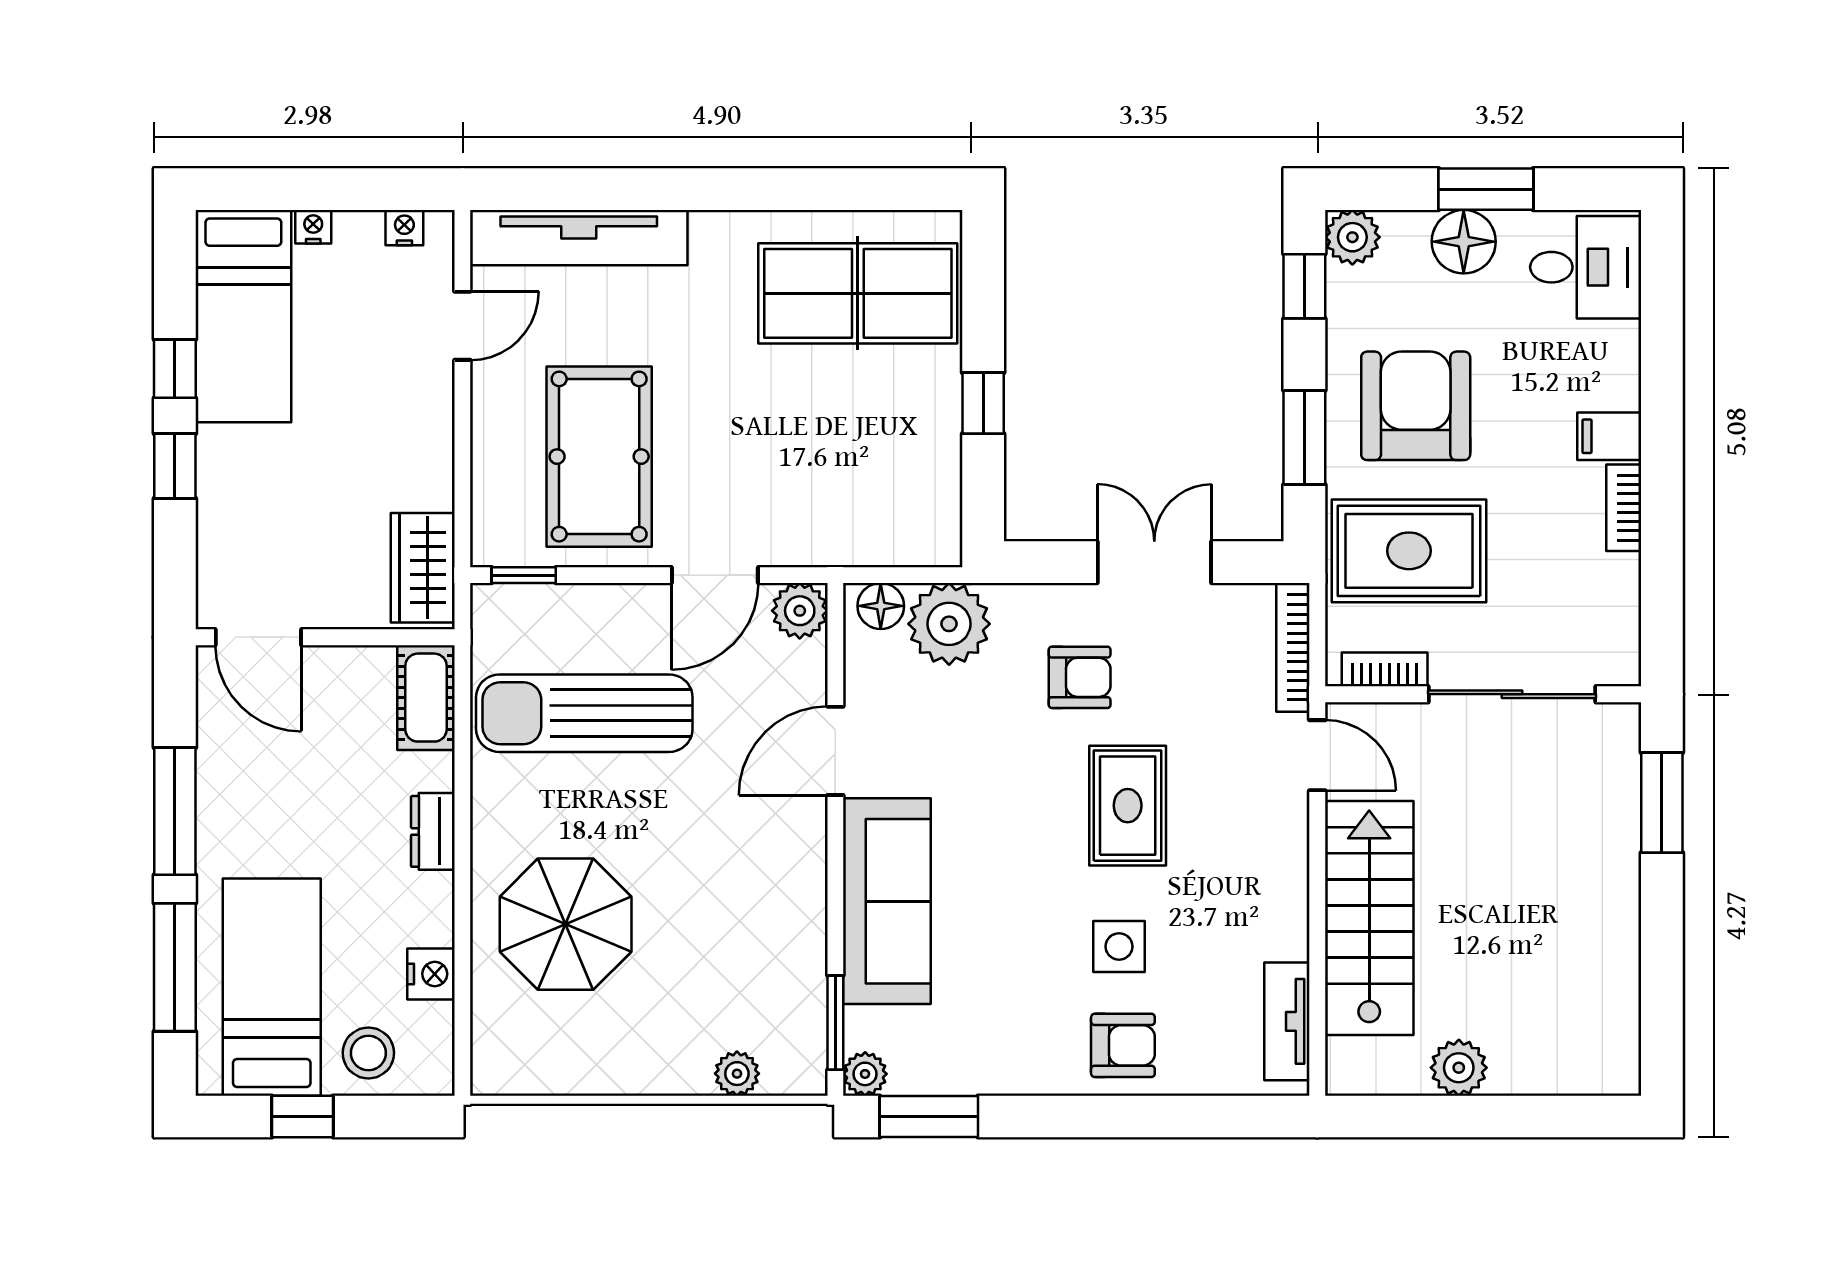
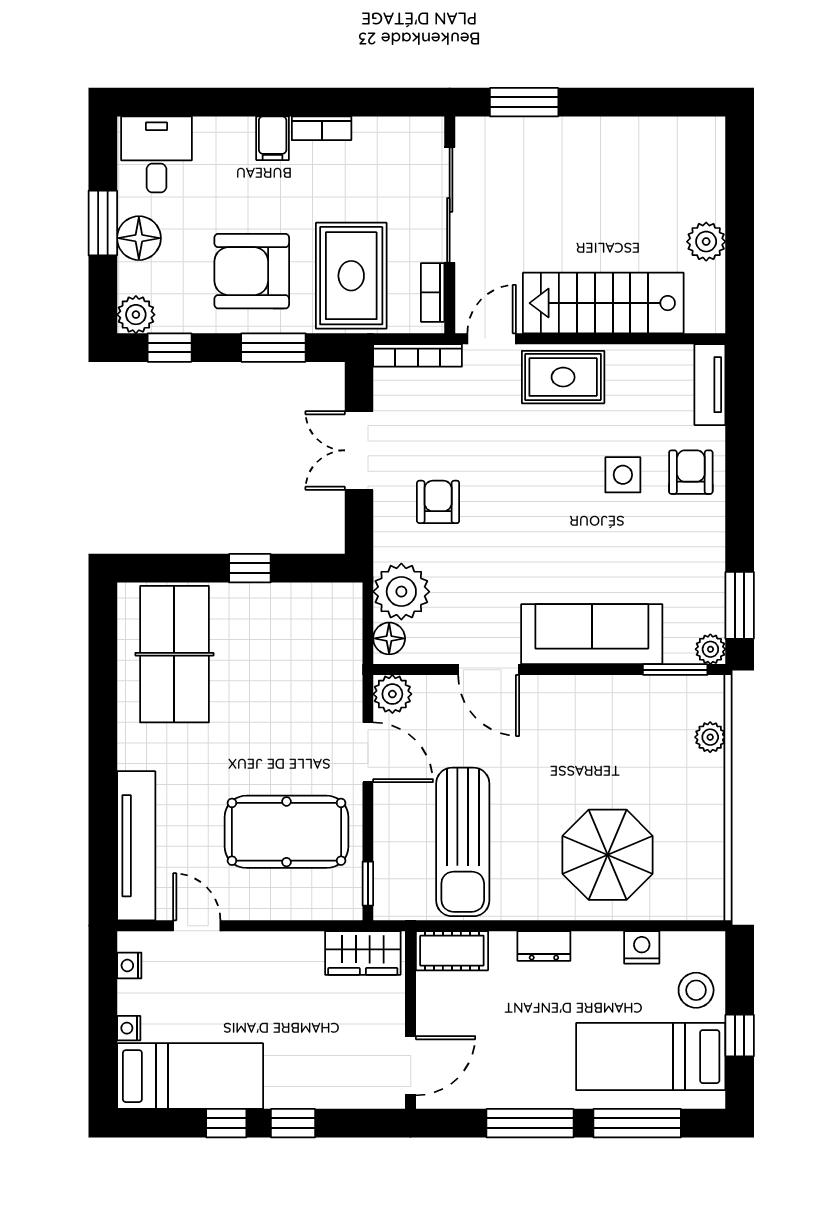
rug: (1128, 806) -> (563, 377), moved
tv unit: (1287, 1021) -> (710, 385), moved, turned 90

